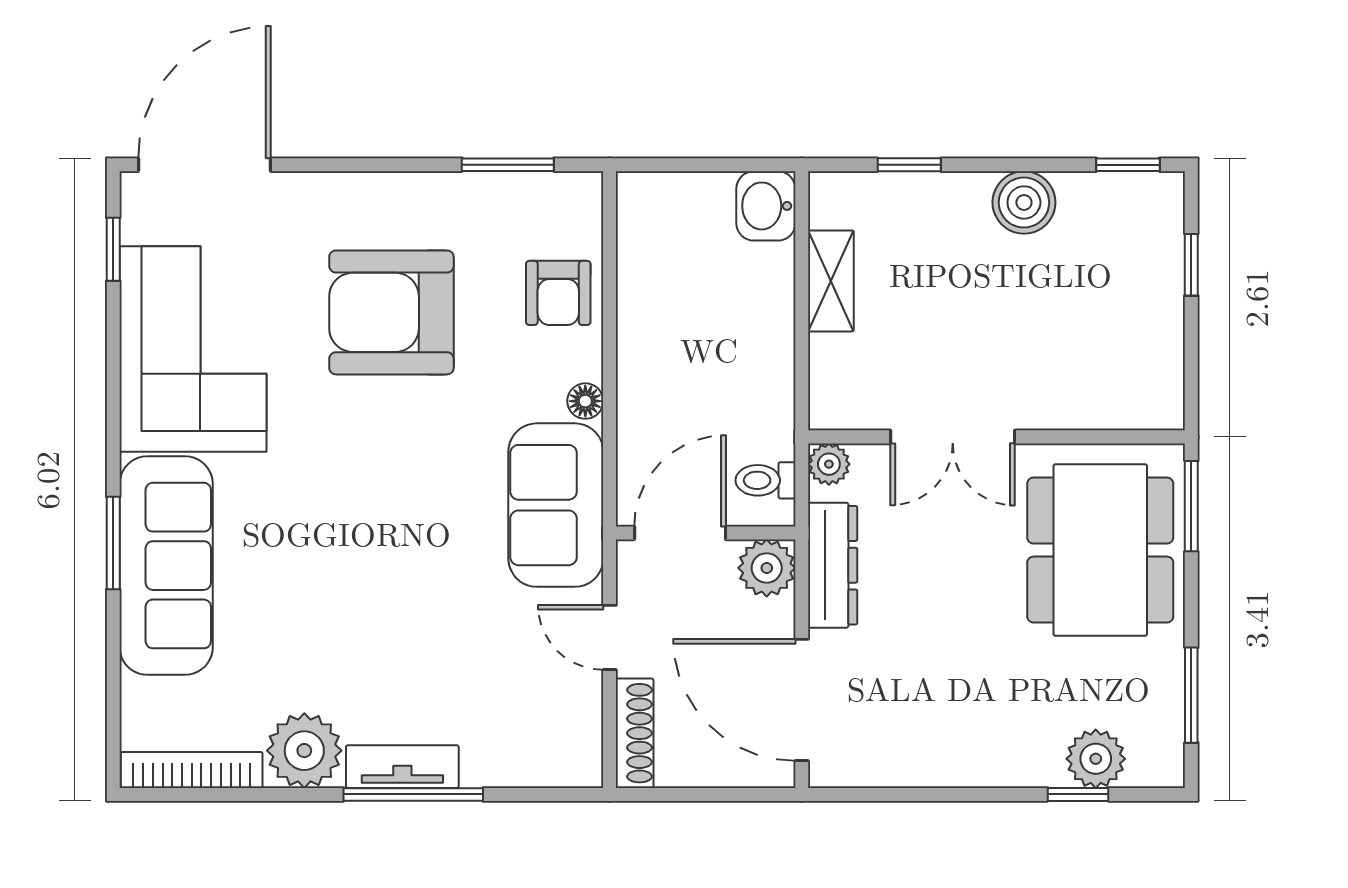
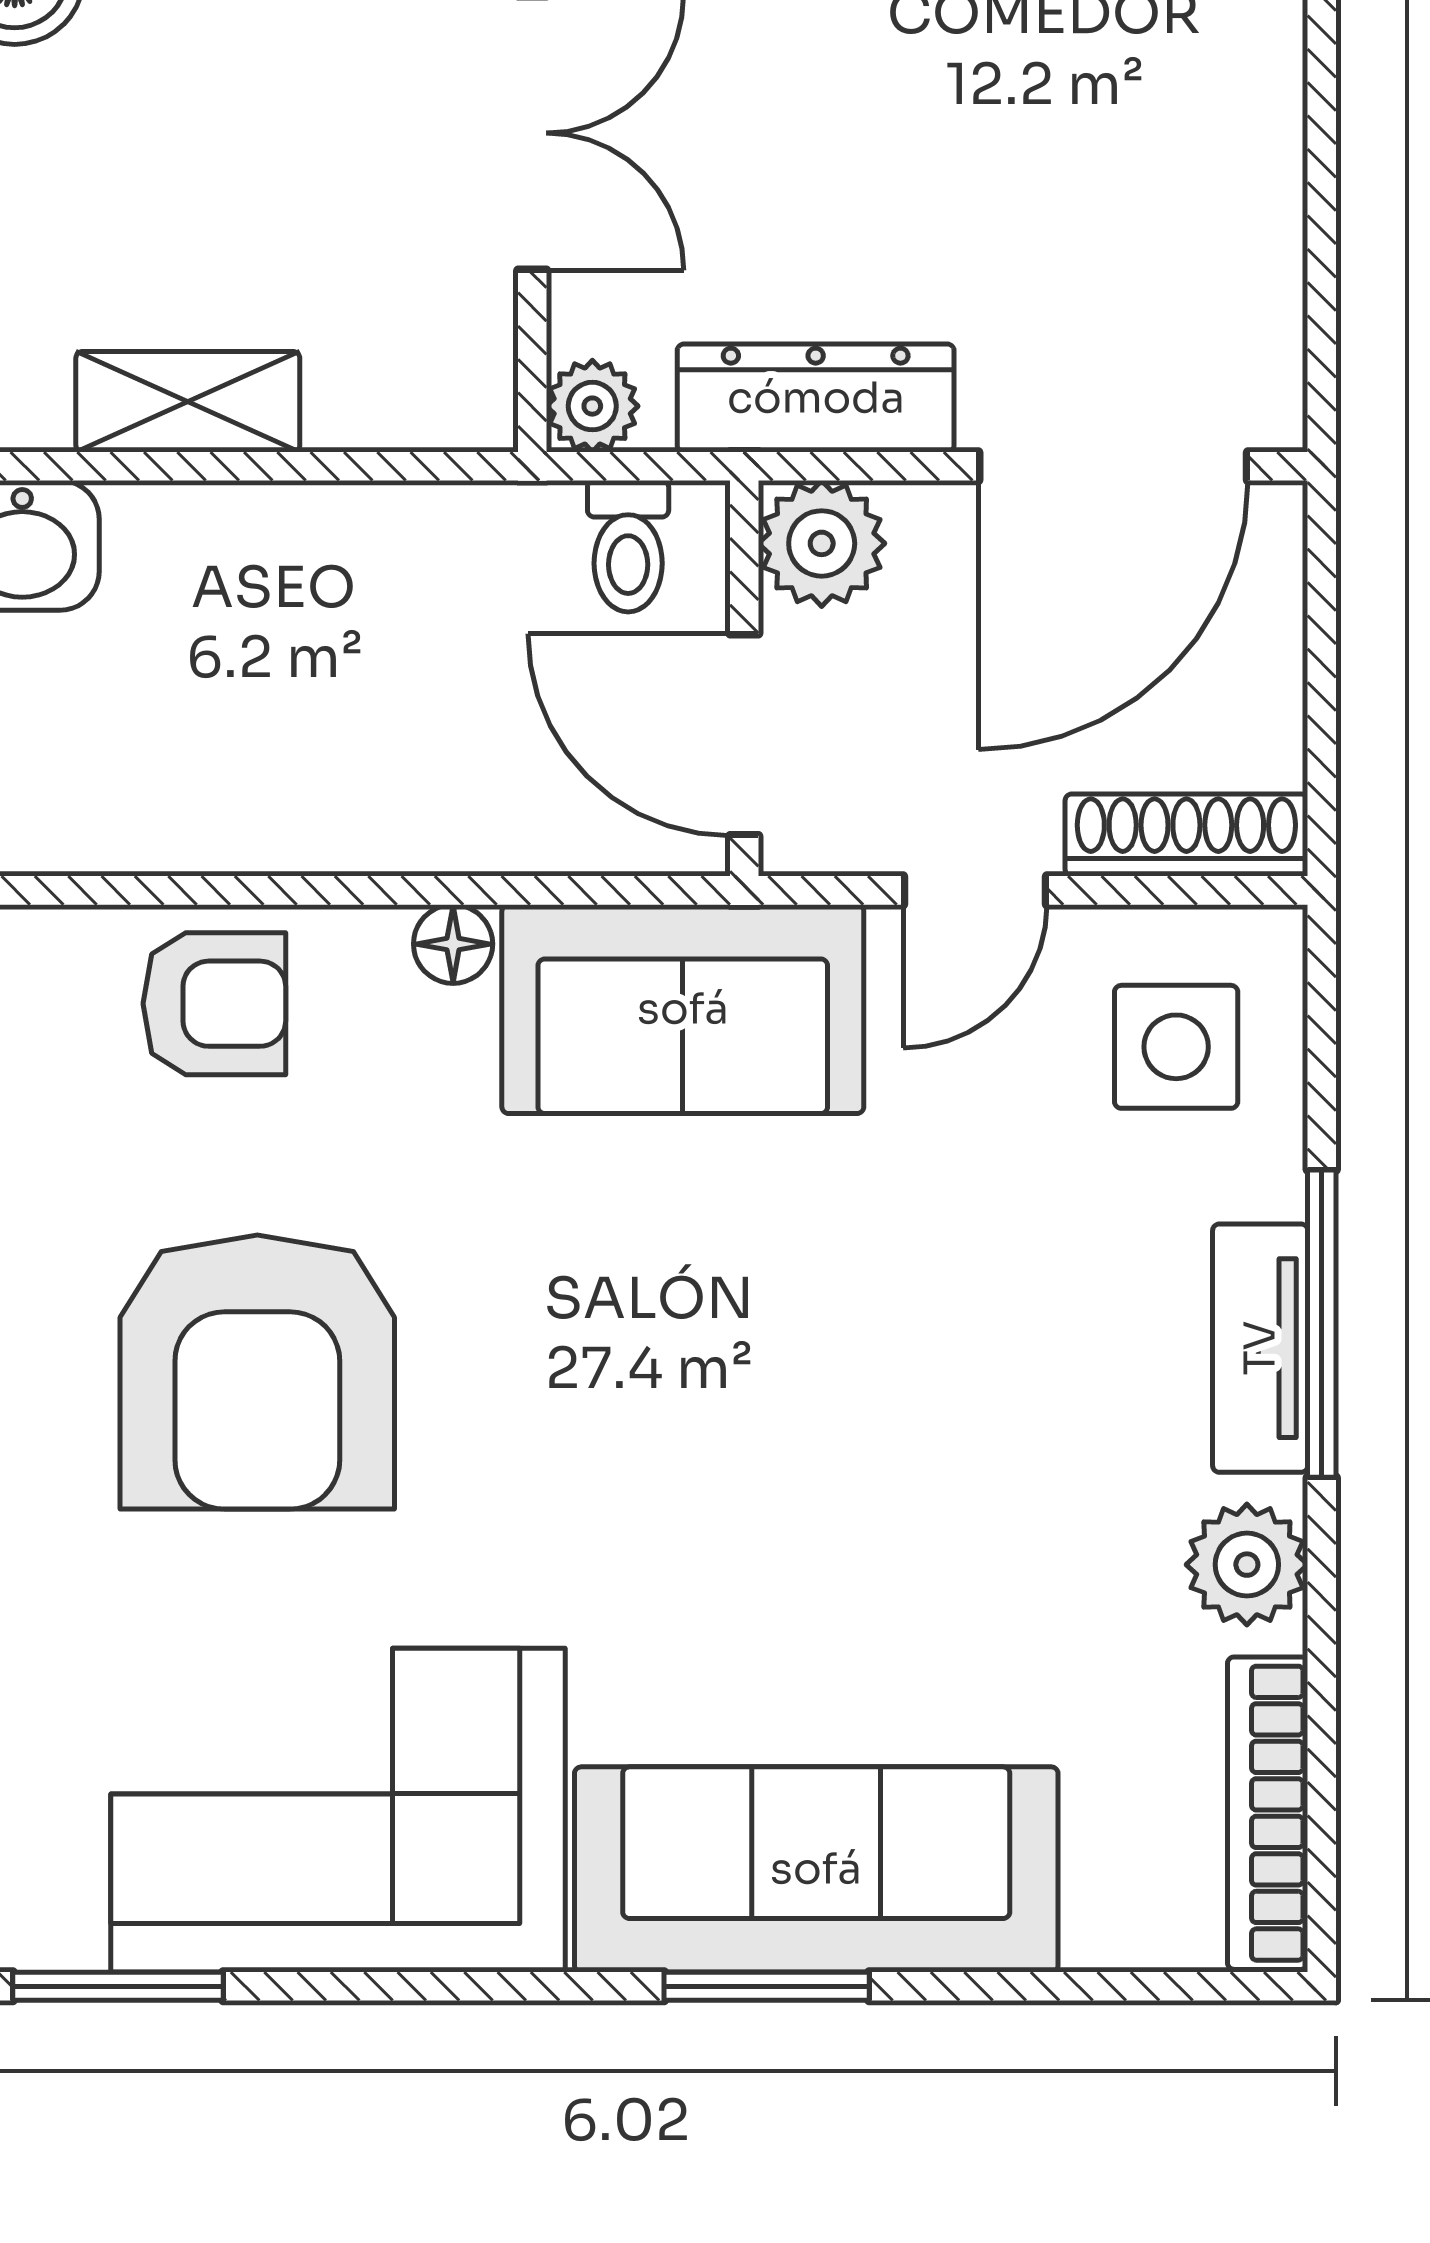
window: (113, 249) -> (118, 1986), width x1.50
side table: (539, 729) -> (1176, 1047), added
plant: (304, 751) -> (1247, 1565), width x0.73, depth x0.73

